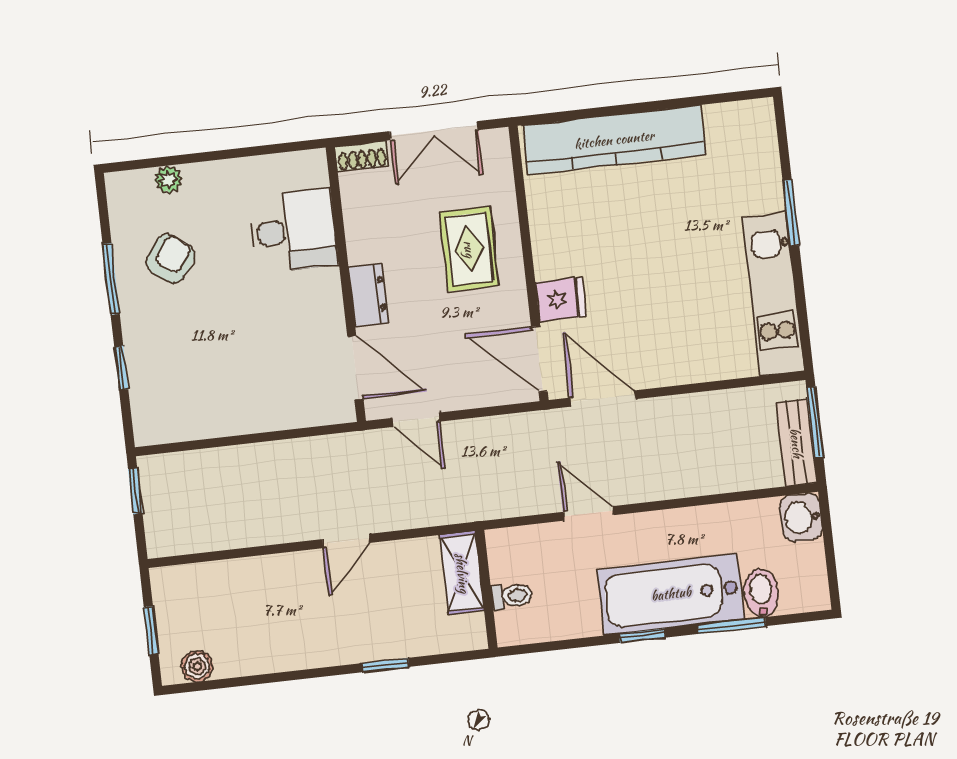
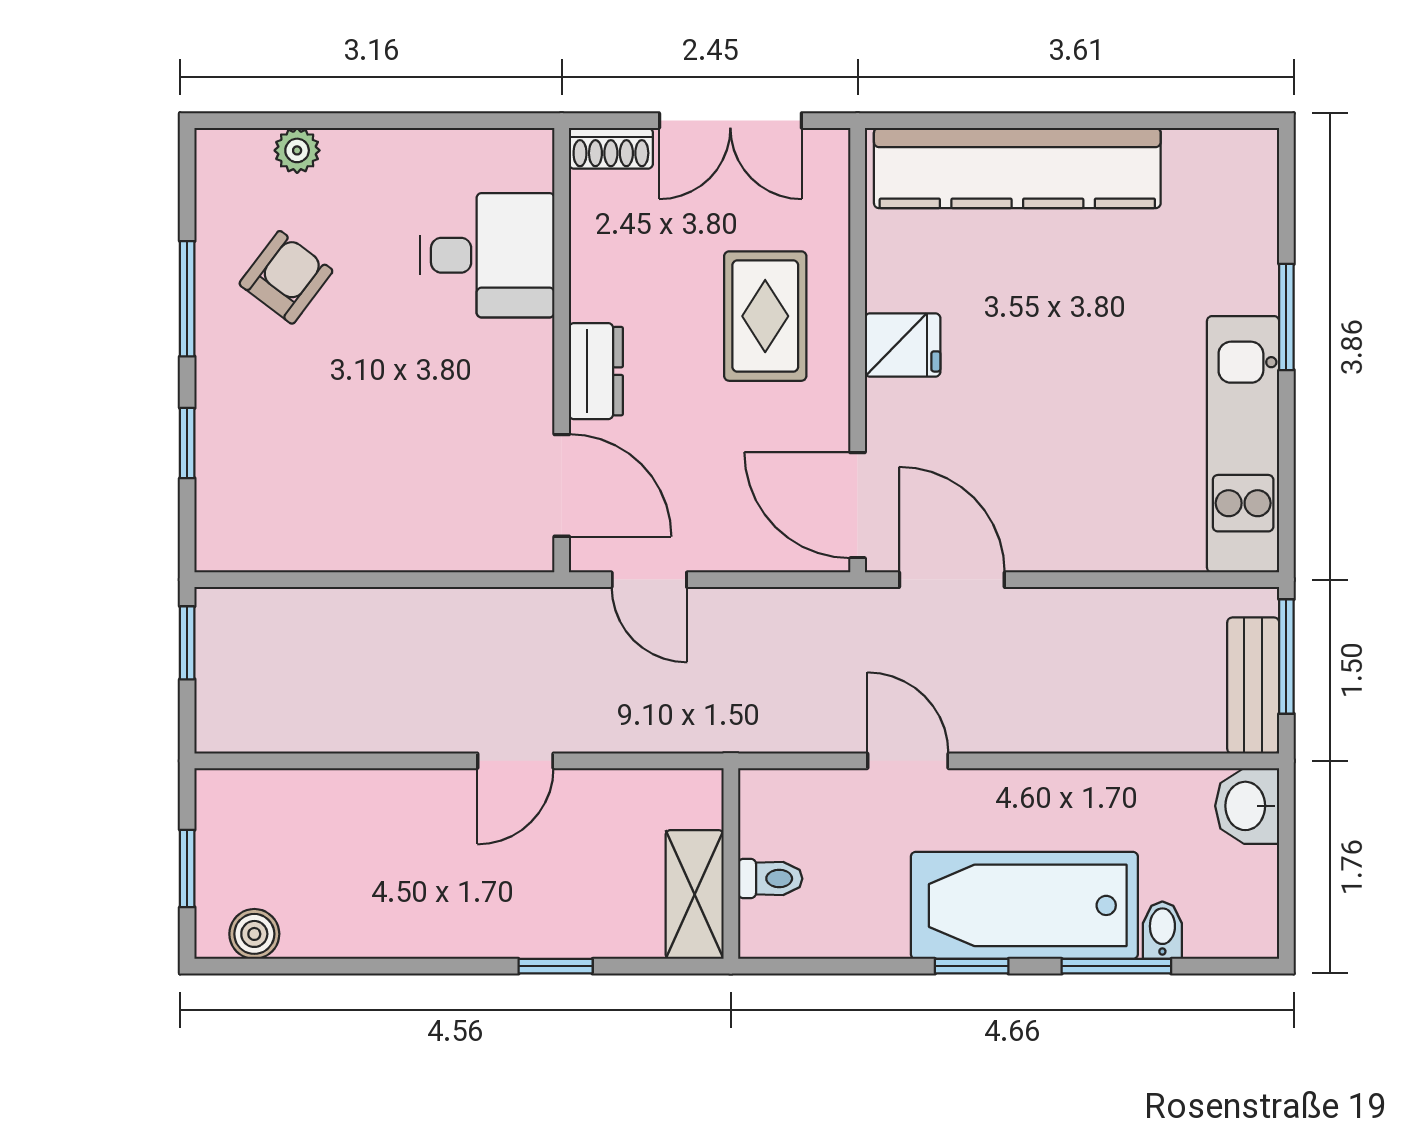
fridge: (561, 299) -> (903, 345), moved
shelving: (462, 573) -> (695, 894), moved
bidet: (761, 593) -> (1162, 930), width x0.72, depth x0.74

